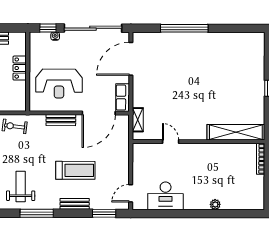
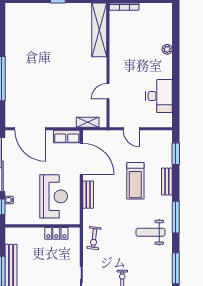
locker: (20, 68) -> (56, 233), moved
treadmill: (75, 170) -> (135, 181), turned 180
door: (131, 193) -> (131, 129), moved

